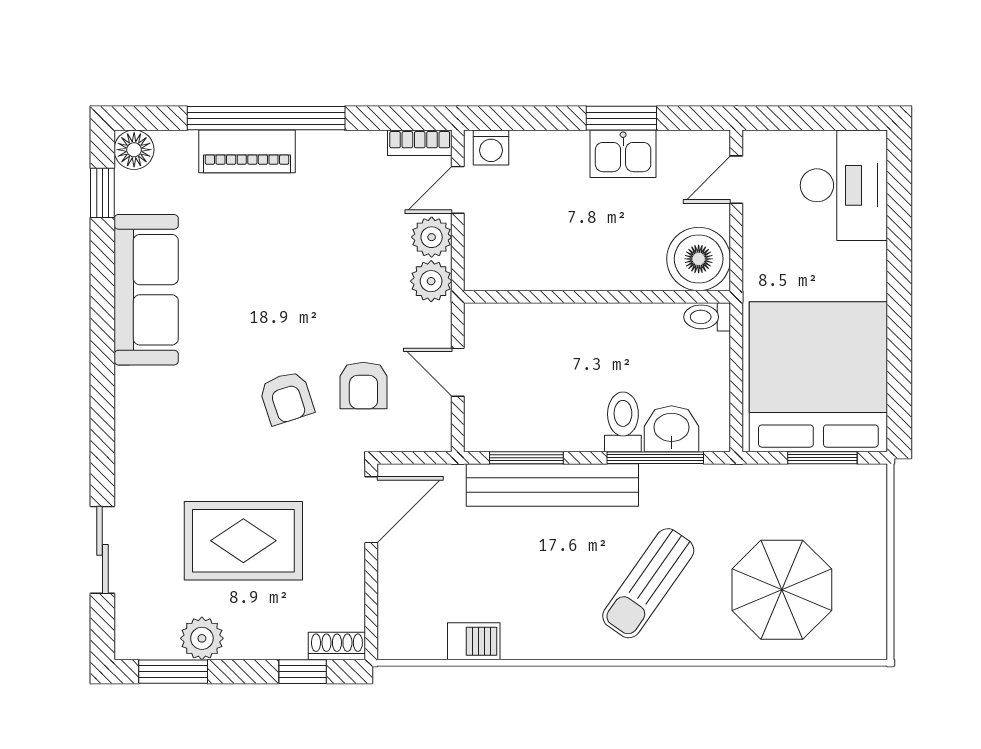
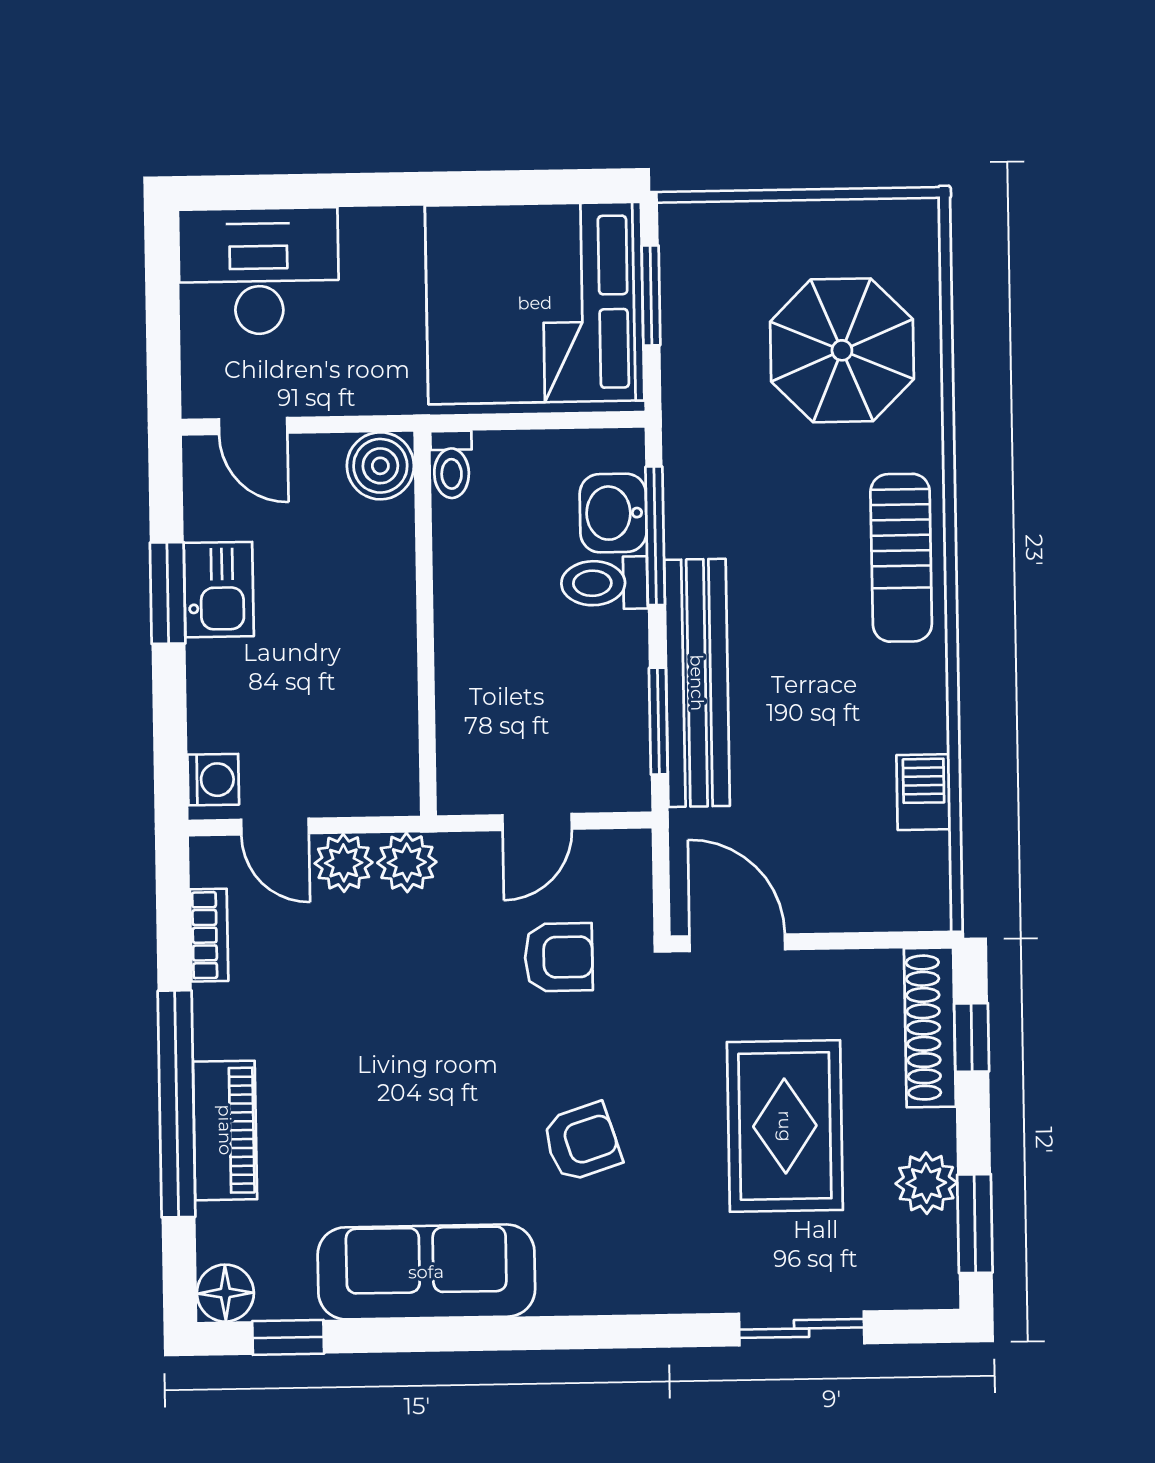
bookcase: (420, 143) -> (209, 935), moved
boiler: (699, 259) -> (380, 466), width x0.73, depth x0.73
armchair: (287, 398) -> (582, 1142), moved
sun lounger: (648, 583) -> (901, 558), moved, turned 55
shoe rack: (337, 646) -> (930, 1027), width x1.94, depth x1.24

